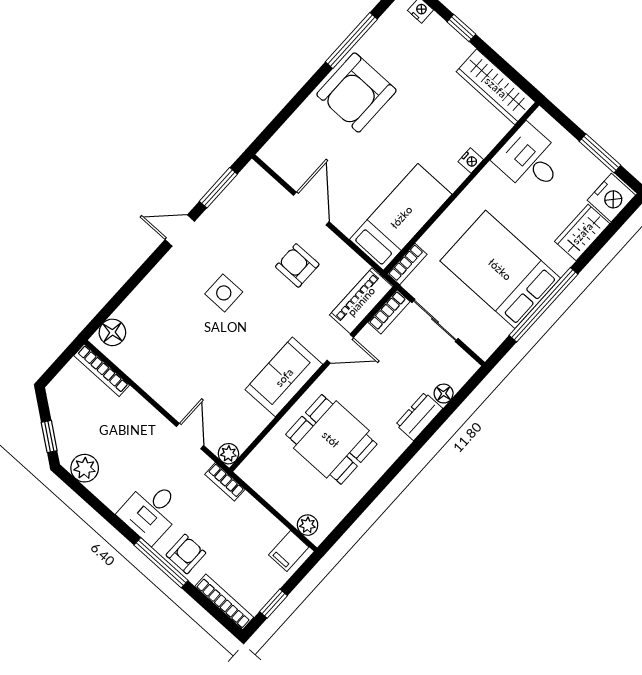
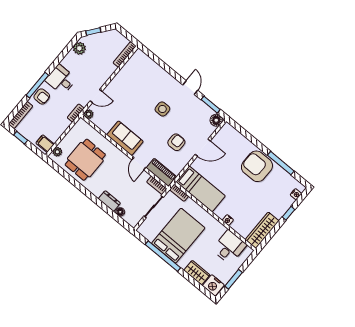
floor lamp: (112, 332) -> (216, 120), moved
dining table: (331, 439) -> (85, 160), moved

